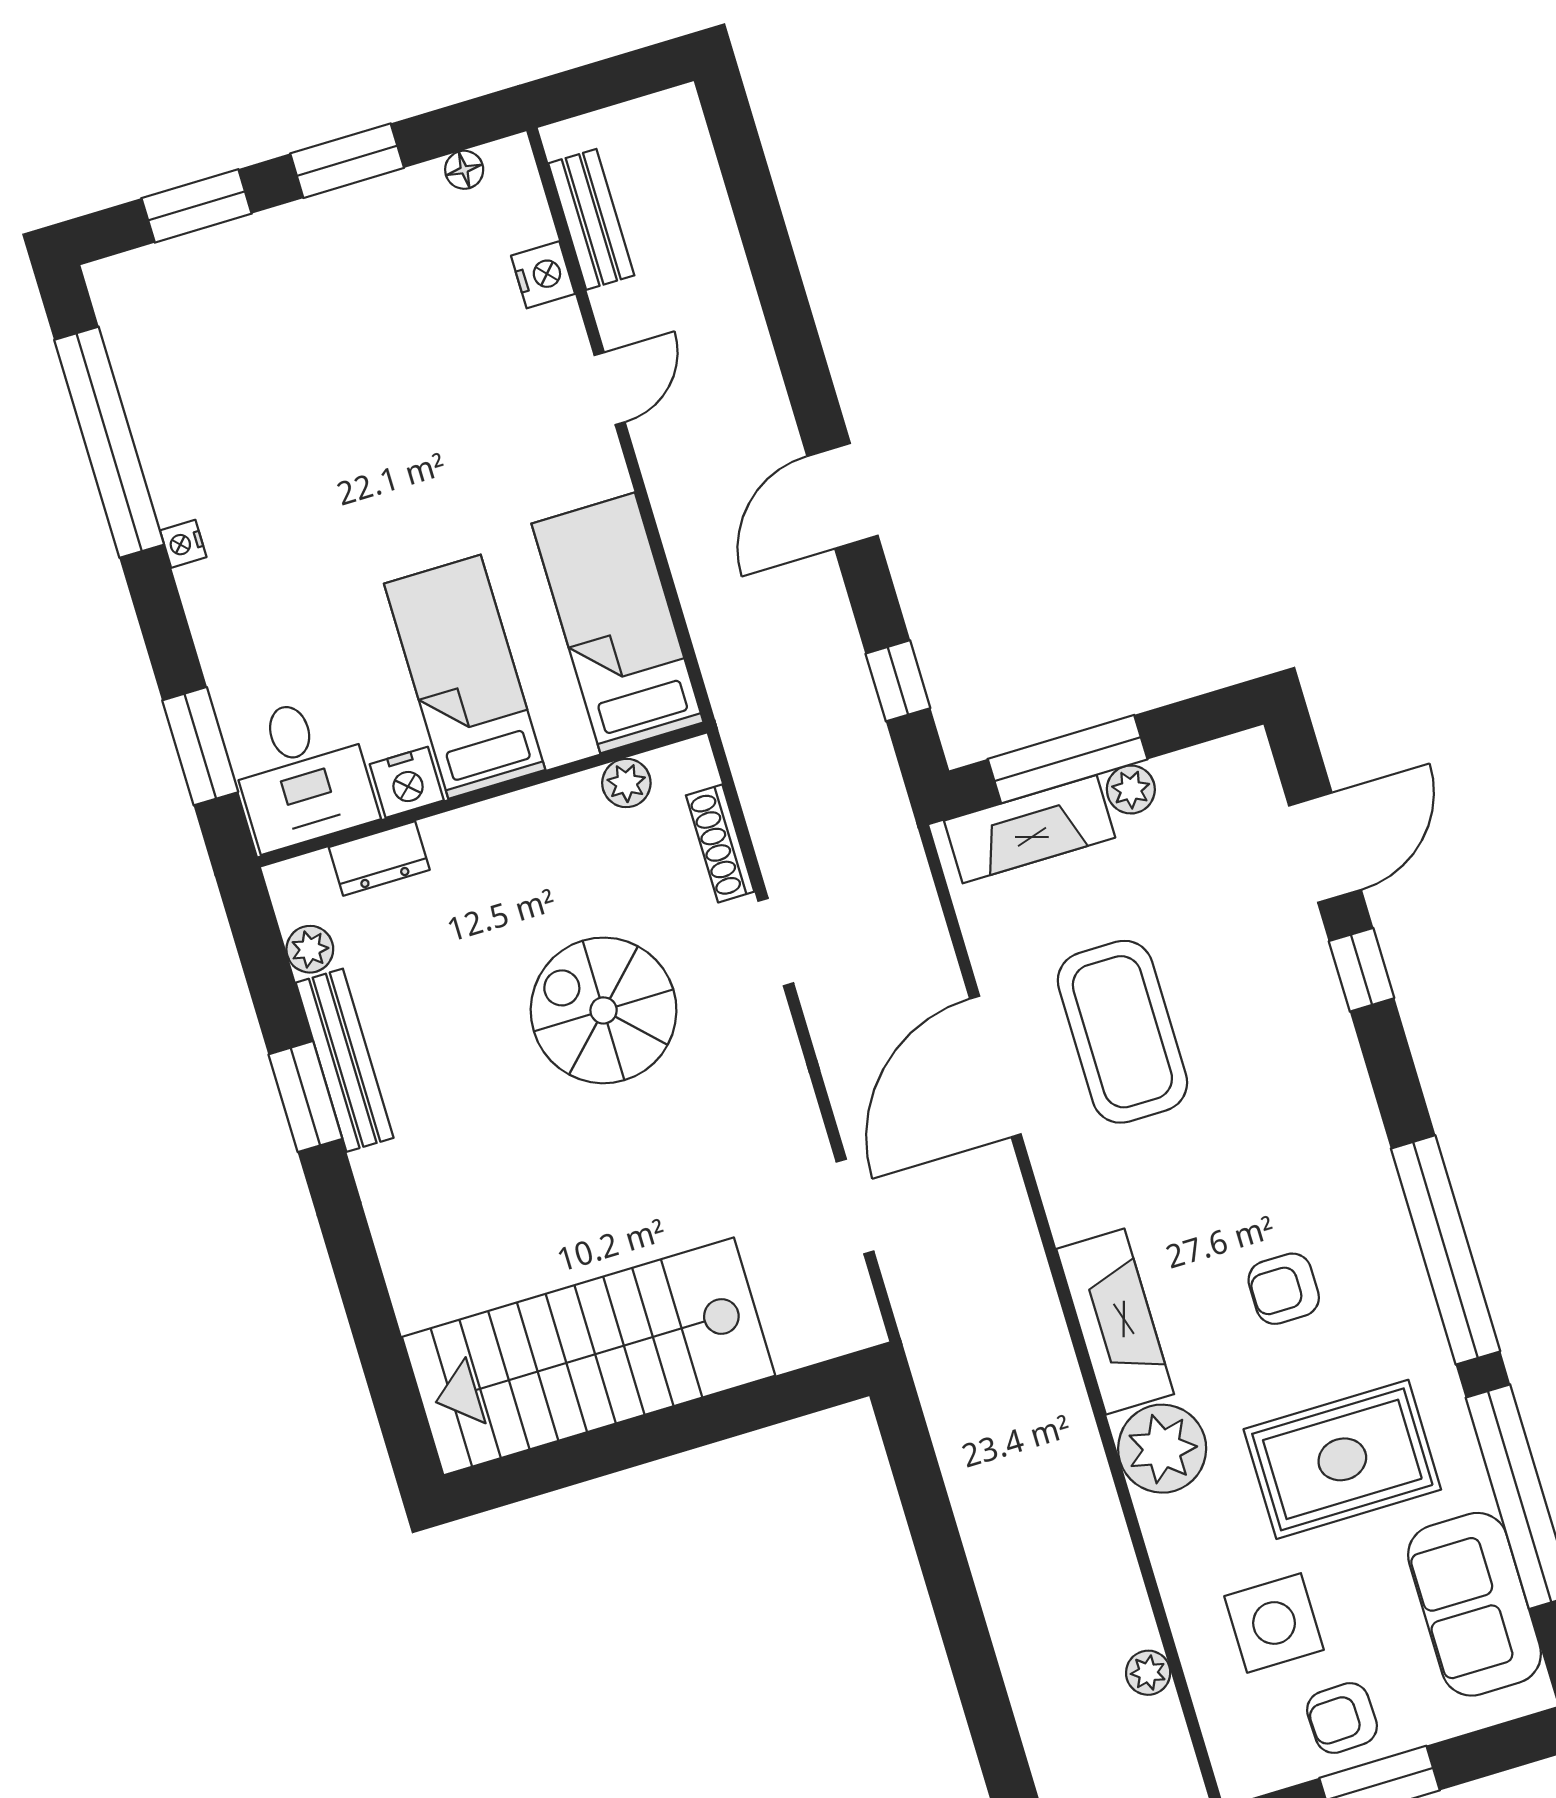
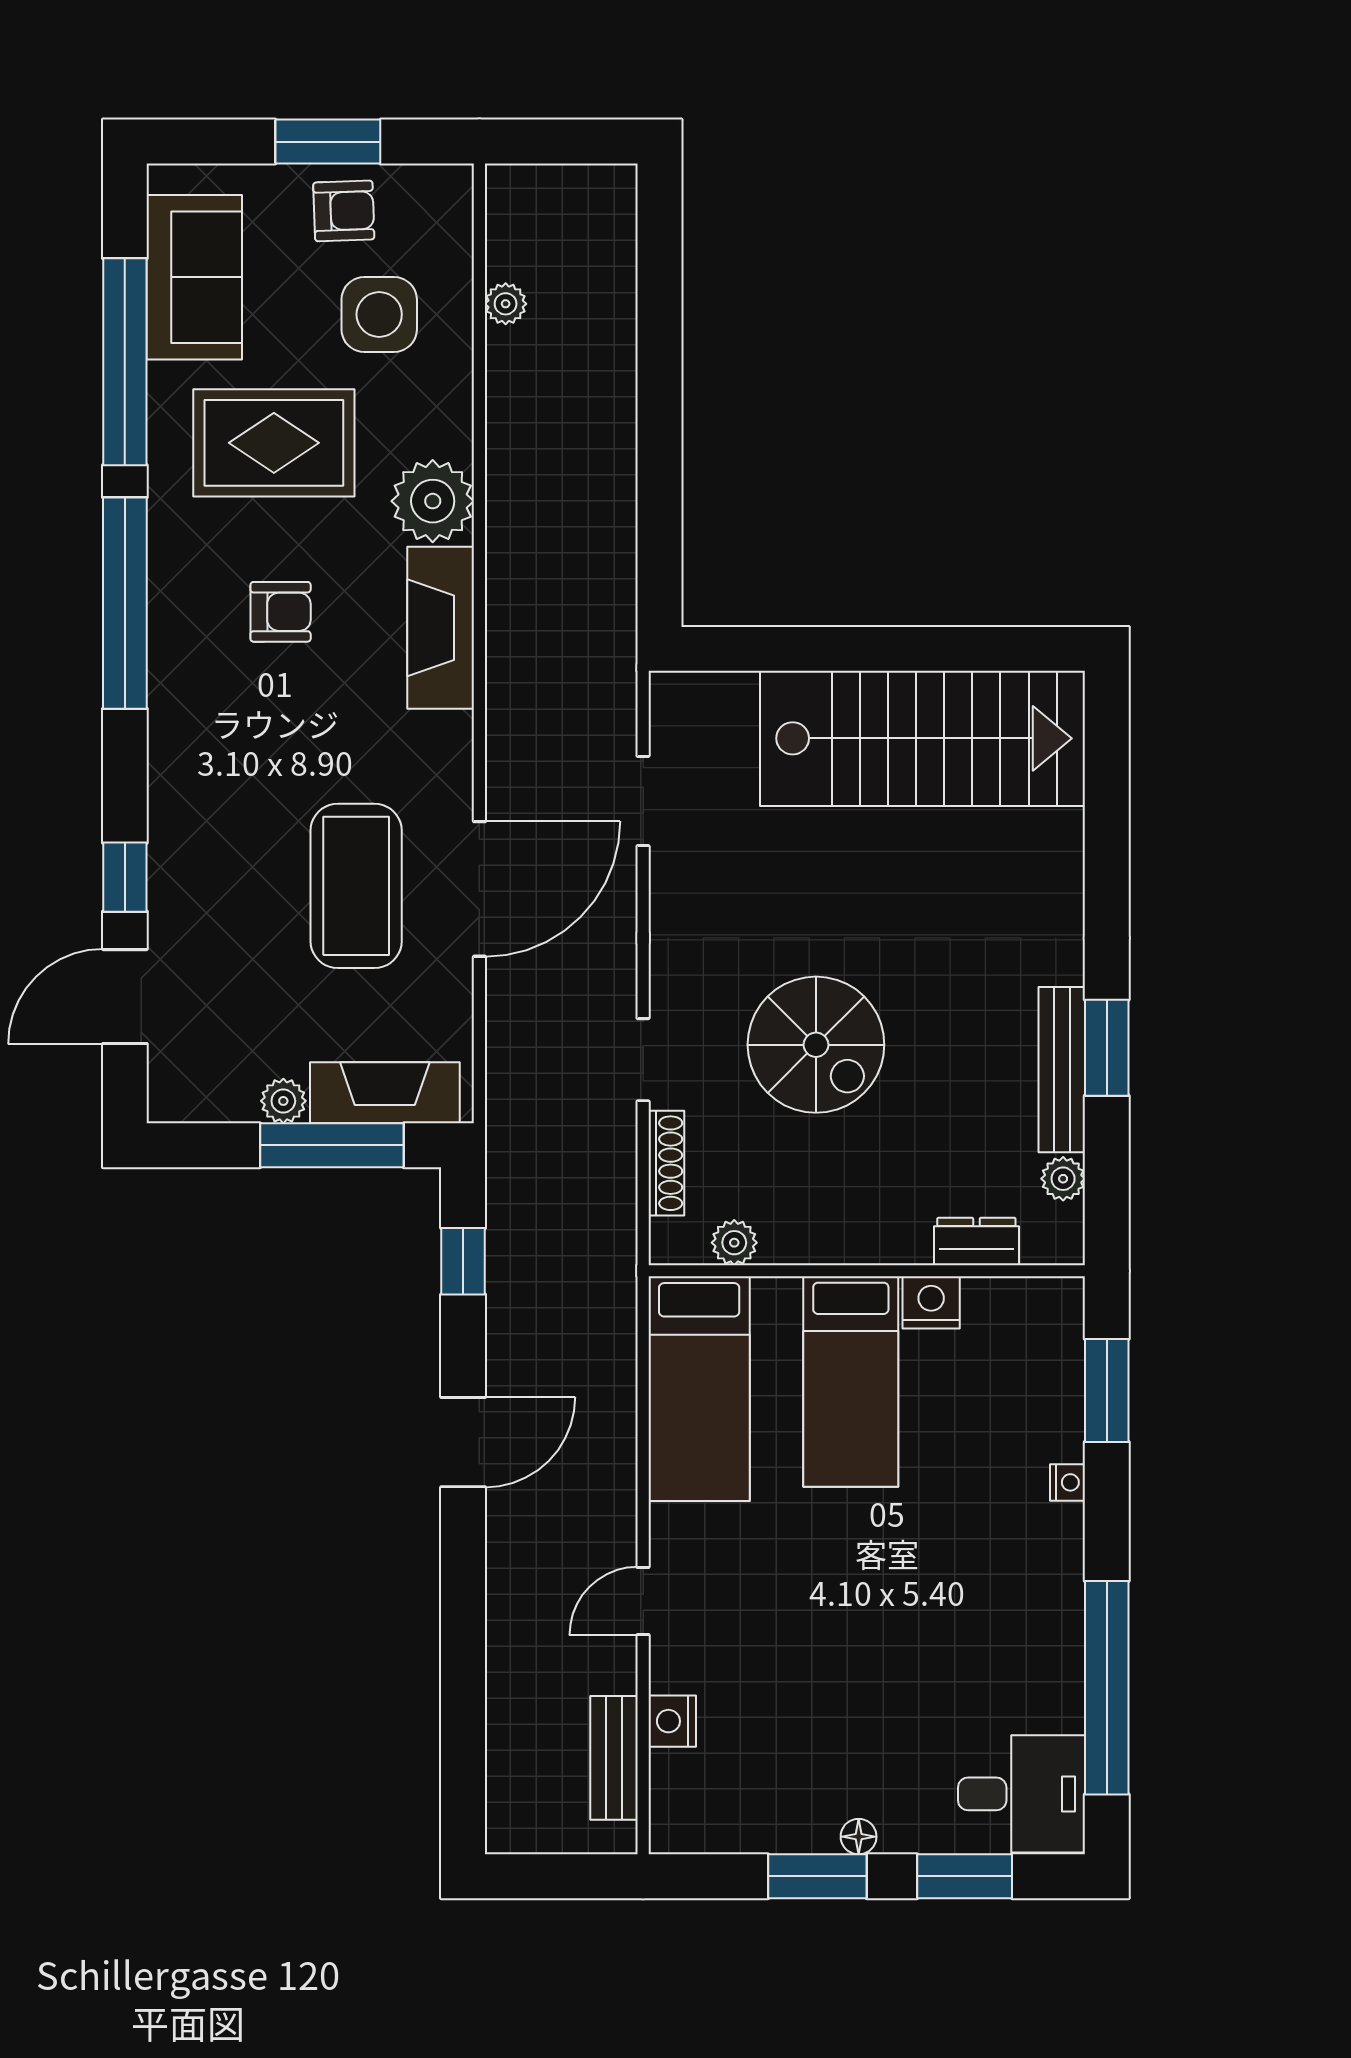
floor lamp: (464, 170) -> (859, 1837), moved
nightstand: (183, 544) -> (1068, 1482), moved
desk: (302, 772) -> (1022, 1794), moved, turned 90

